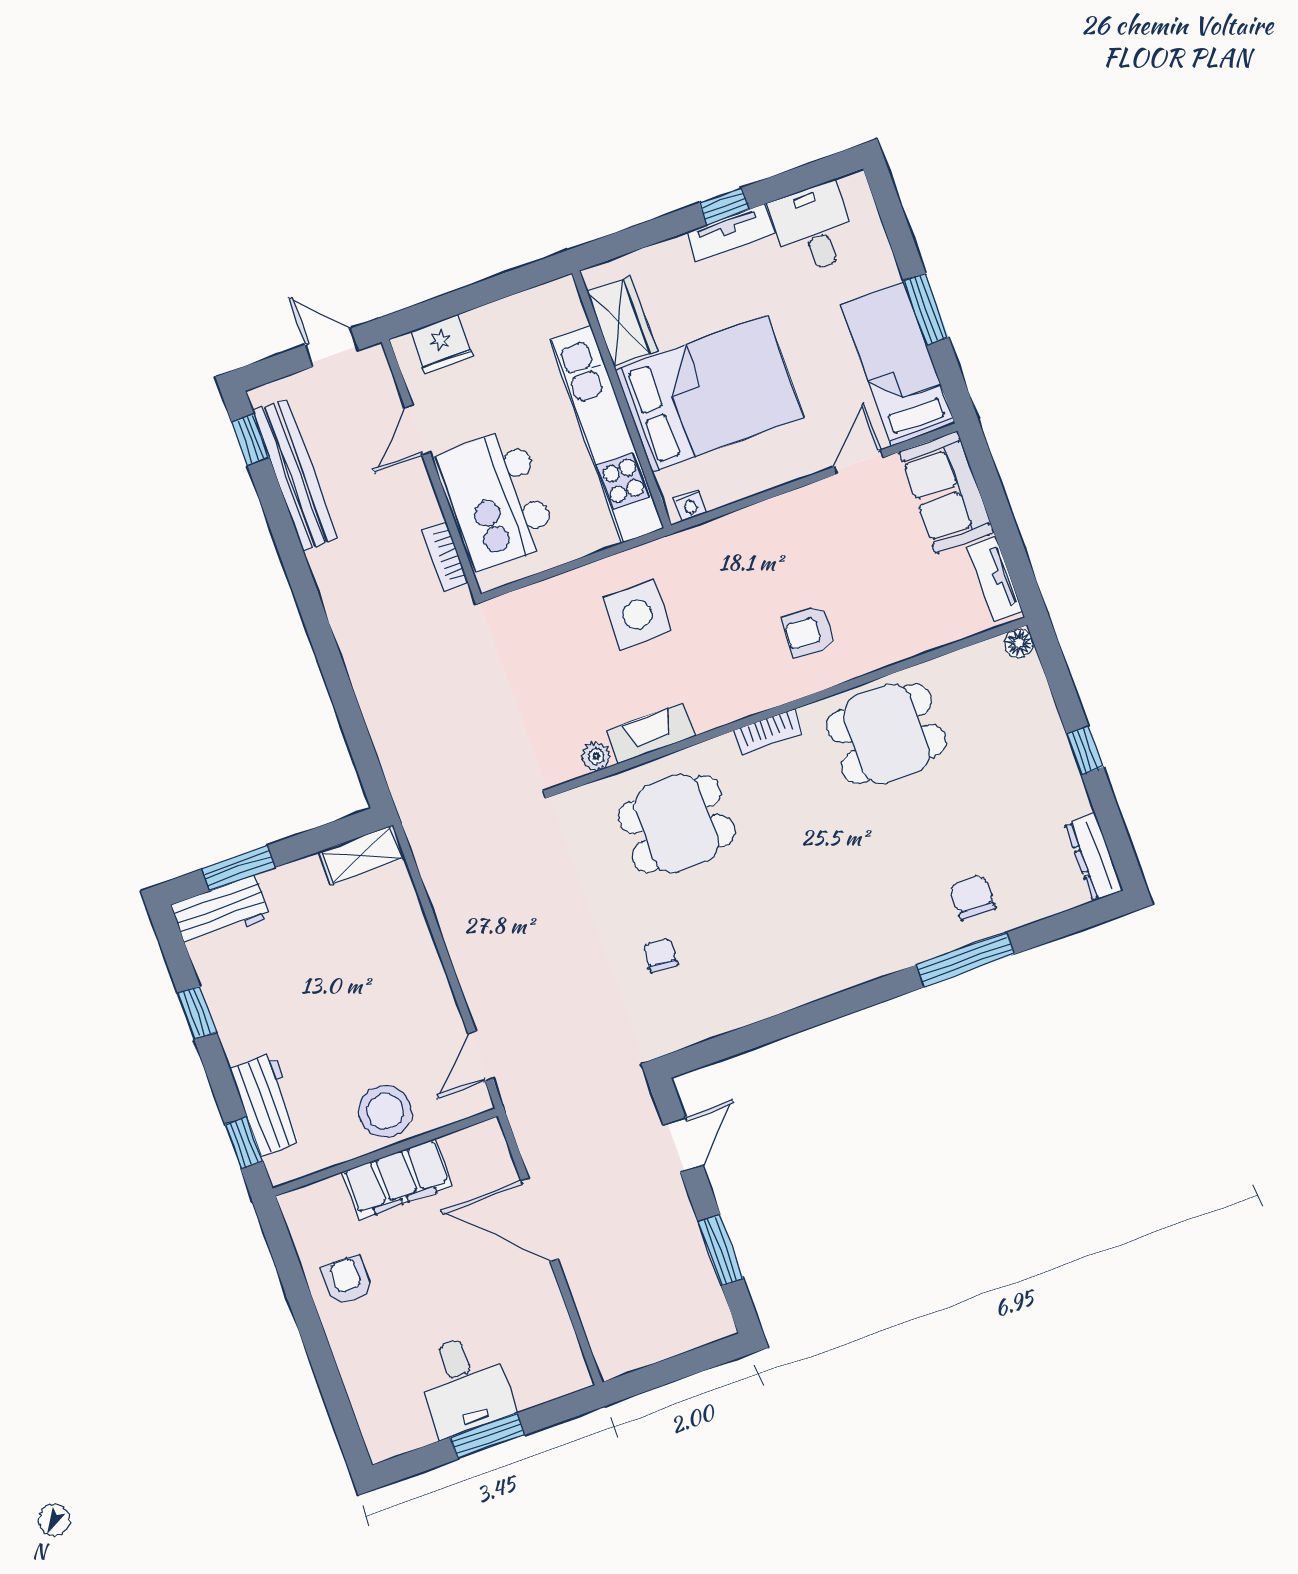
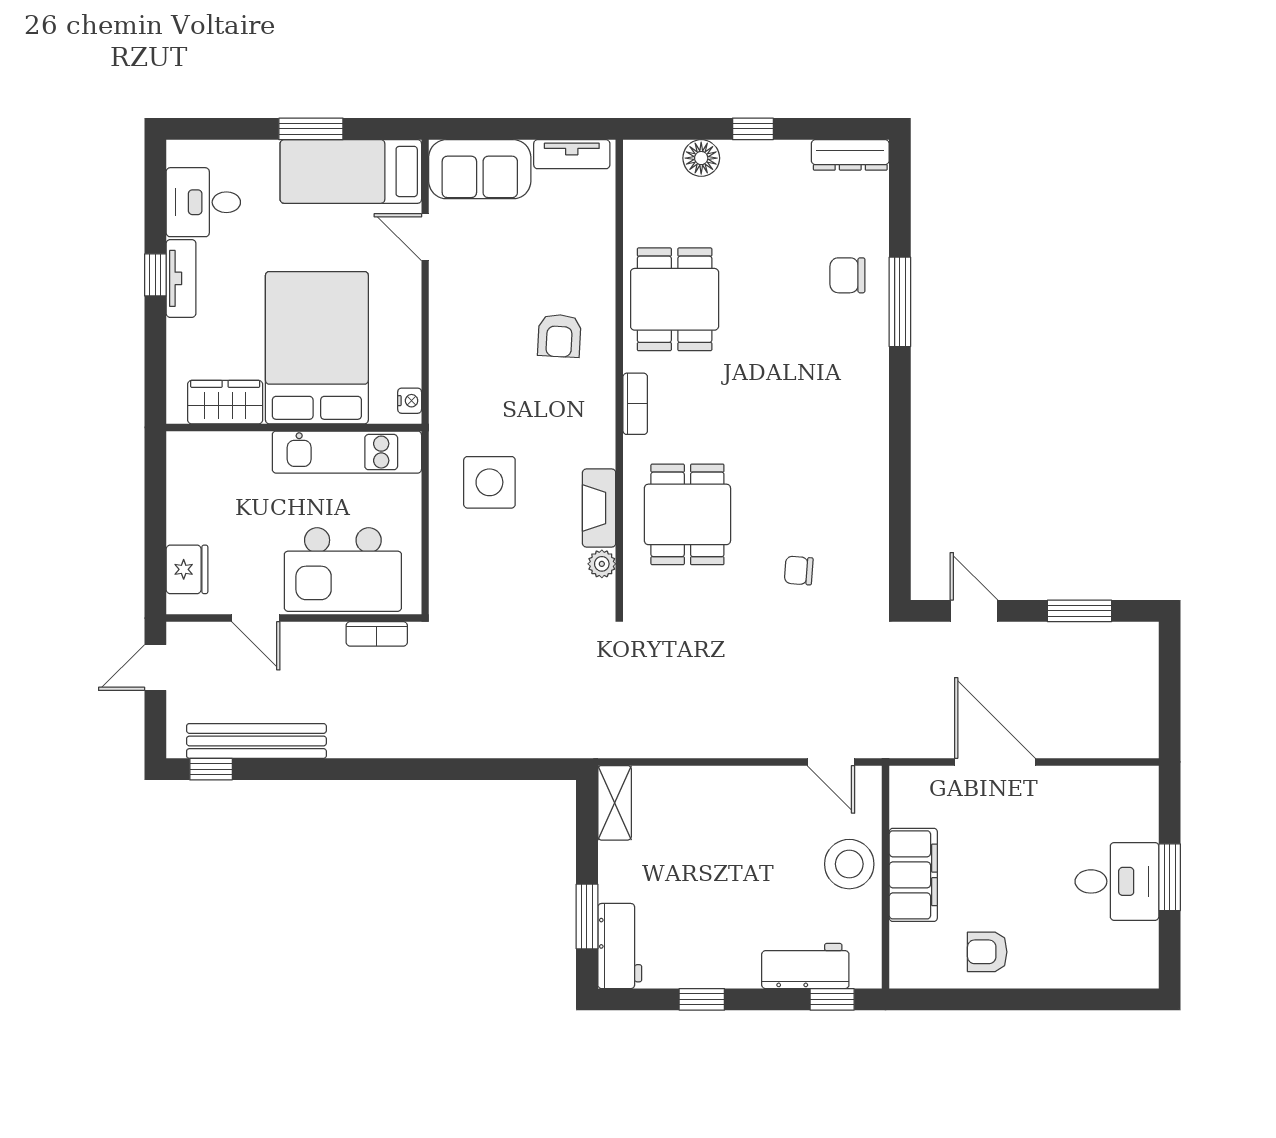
kitchen unit: (606, 434) -> (347, 452), width x0.73
floor lamp: (1019, 643) -> (701, 158), moved, width x1.37, depth x1.37
door: (540, 1220) -> (995, 762), swing flipped

